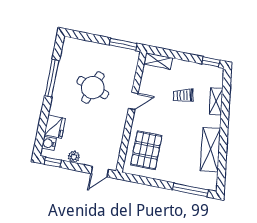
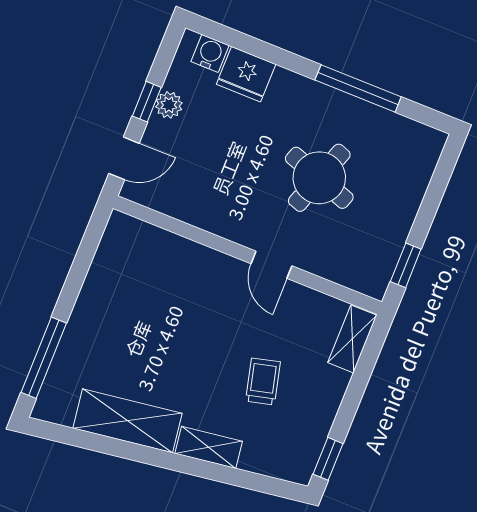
window: (123, 44) -> (406, 265), width x0.67
shelving: (216, 101) -> (209, 447), moved
pallet: (146, 150) -> (153, 274), removed
window: (53, 162) -> (147, 102), moved
door: (100, 172) -> (124, 158), swing flipped

